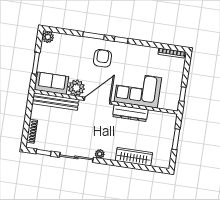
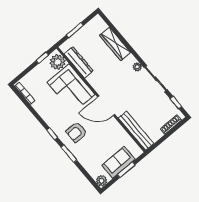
sofa: (52, 83) -> (119, 162), moved, turned 90
plant: (76, 88) -> (58, 62), moved
dresser: (130, 113) -> (79, 62), moved

